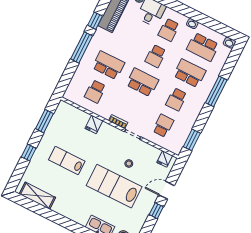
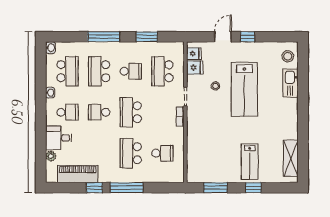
school desk: (156, 56) -> (99, 112), turned 180
fridge: (94, 124) -> (195, 68), moved
school desk: (163, 126) -> (162, 71), width x1.85
window: (192, 140) -> (147, 37), moved
lab bench: (67, 161) -> (250, 162), moved
door: (167, 190) -> (223, 37), swing flipped

